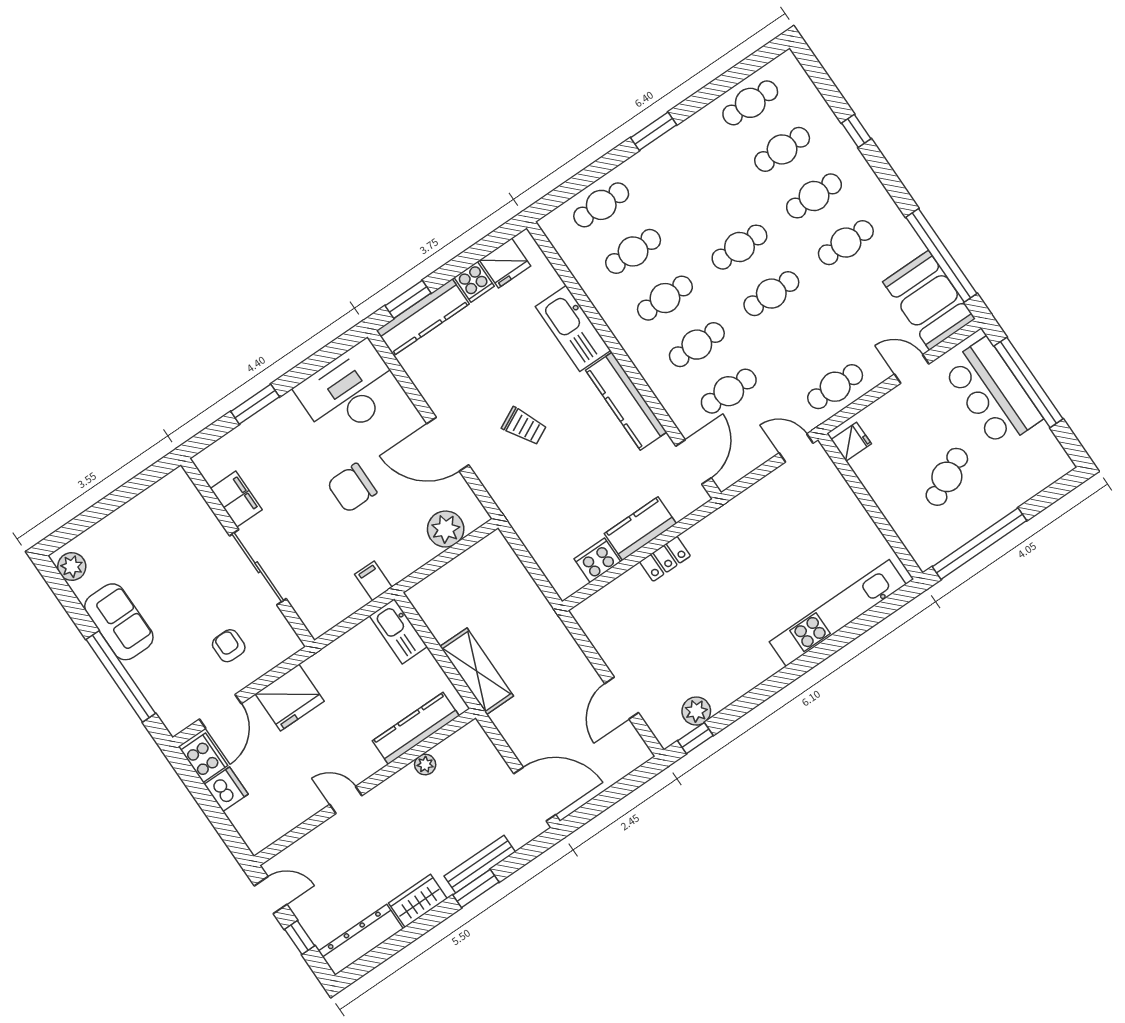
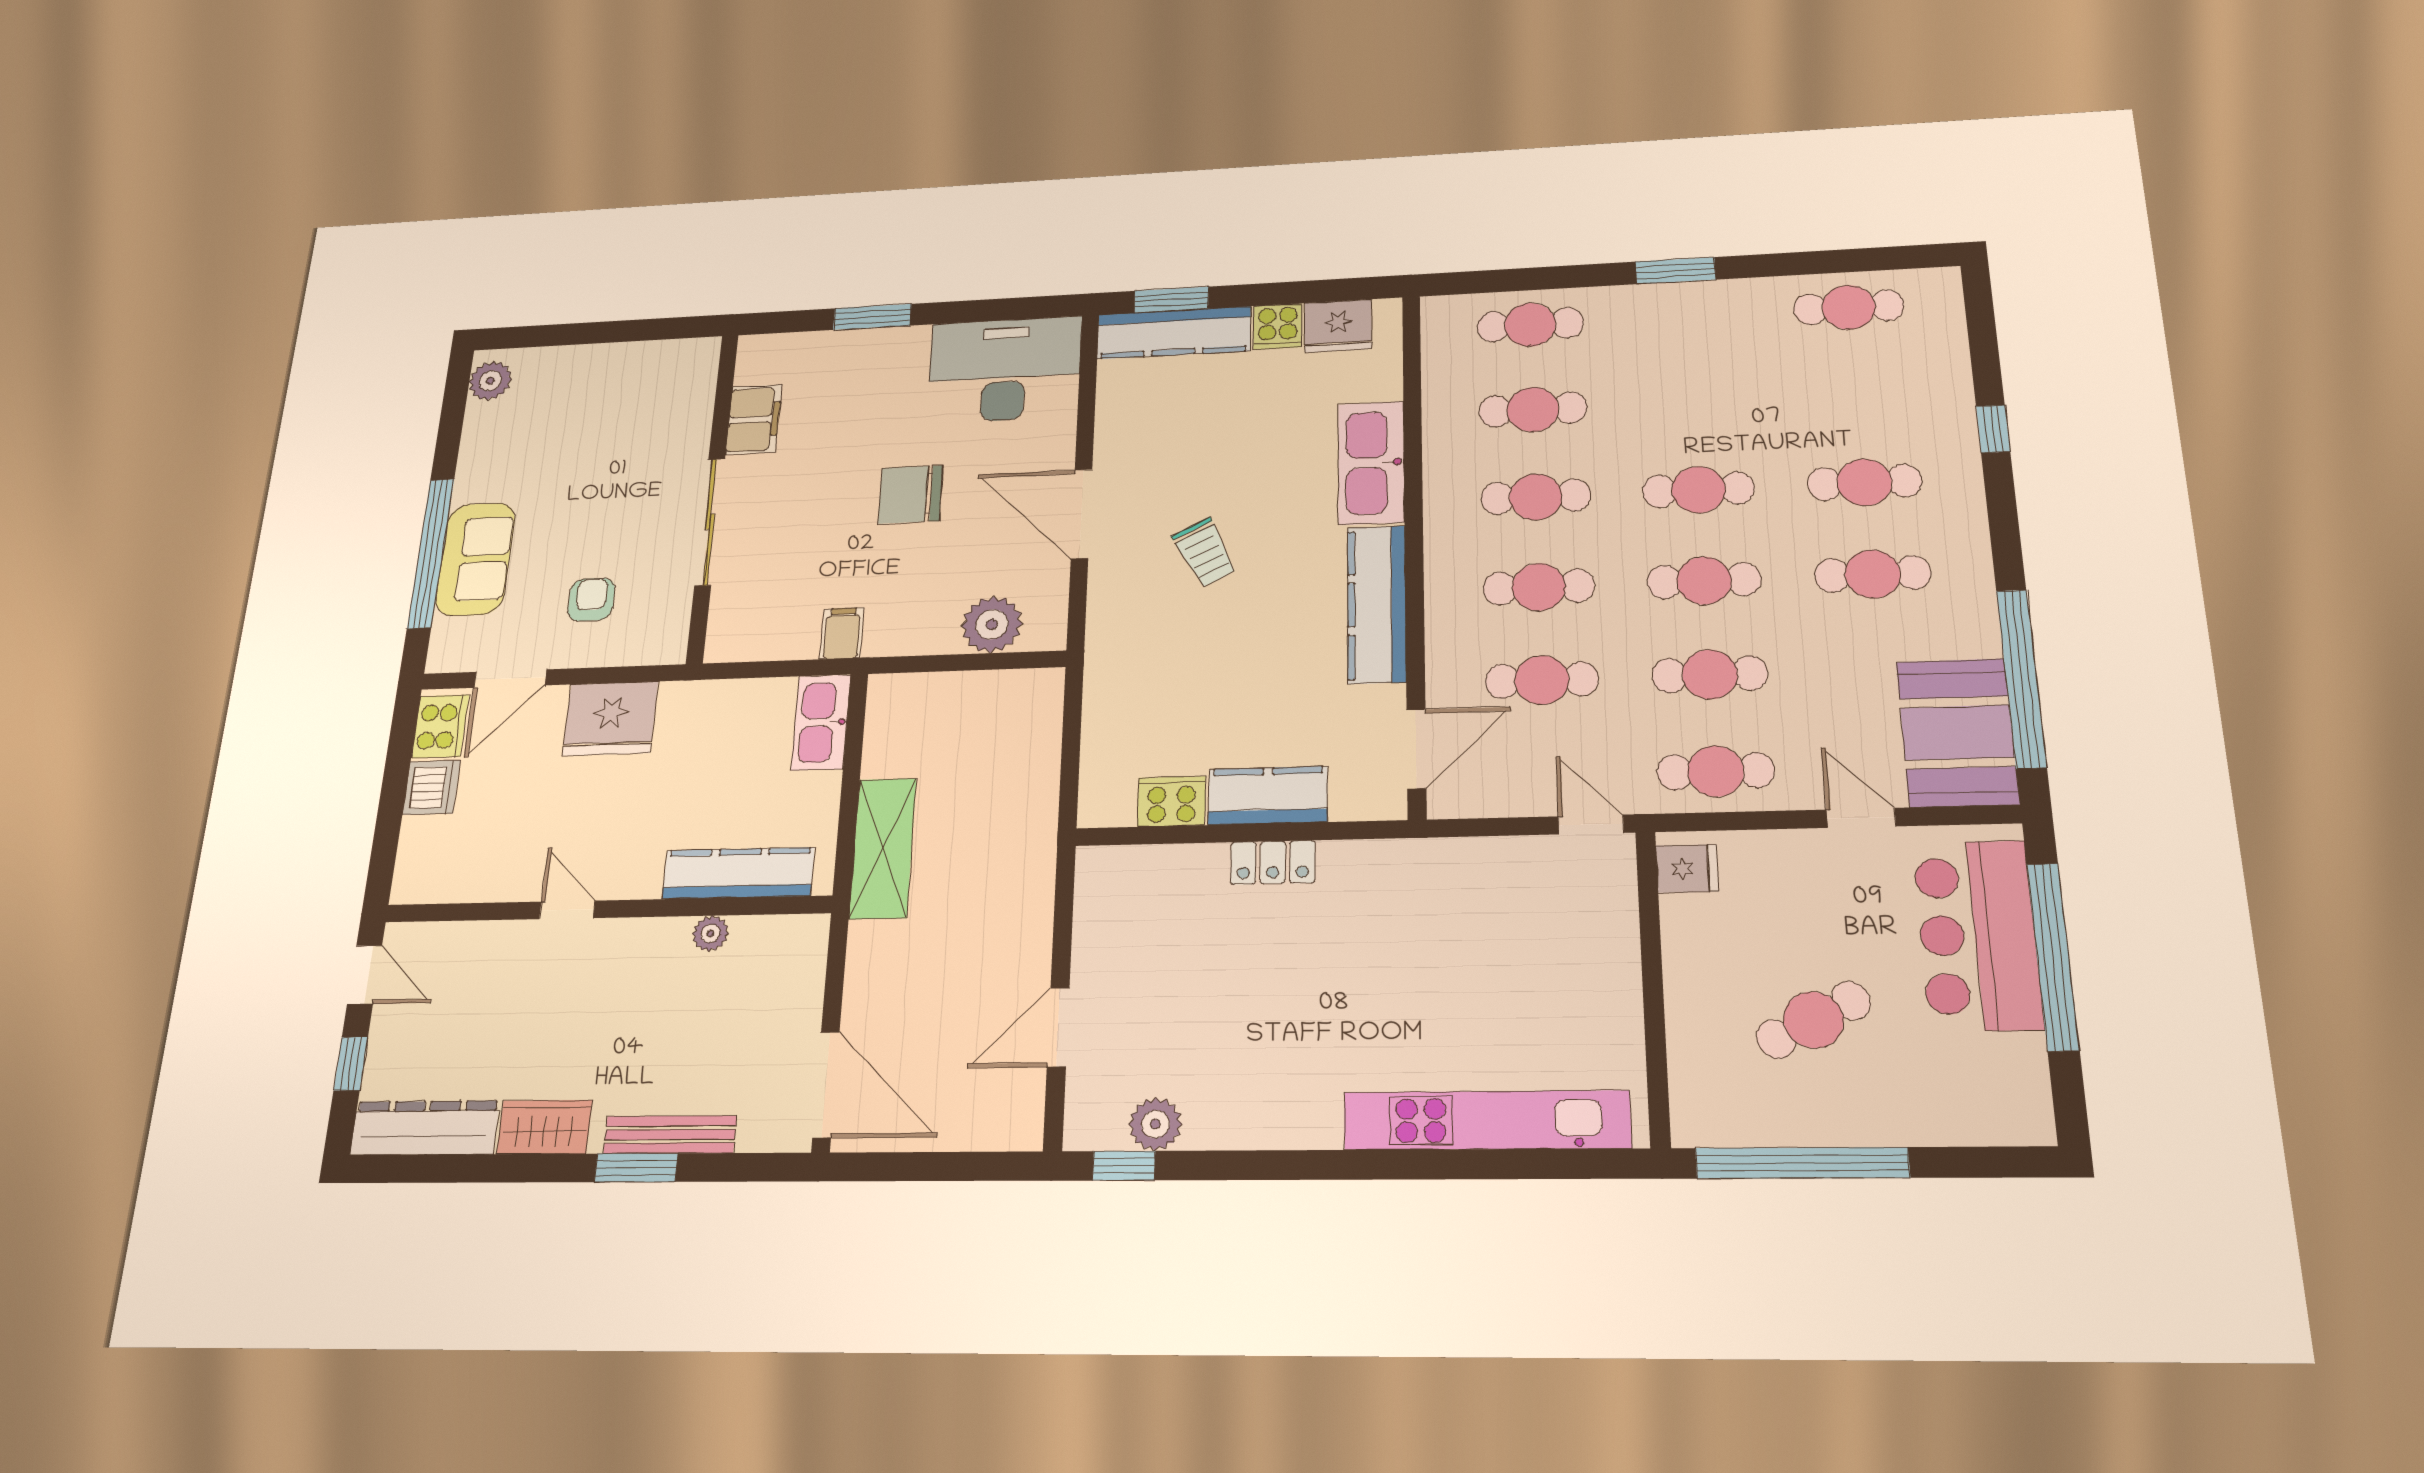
cafe table: (782, 149) -> (1710, 674), moved
sofa: (119, 622) -> (475, 559), moved

